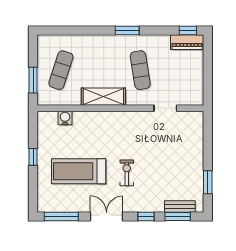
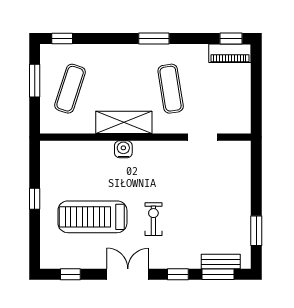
window: (55, 31) -> (62, 39), added
window: (33, 80) -> (35, 81), moved
water cooler: (65, 118) -> (123, 149), moved
window: (61, 216) -> (70, 274), width x0.46

